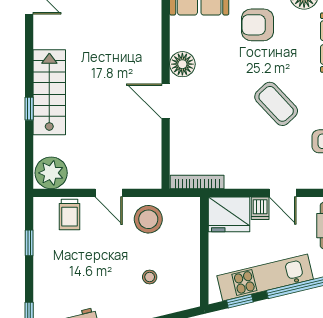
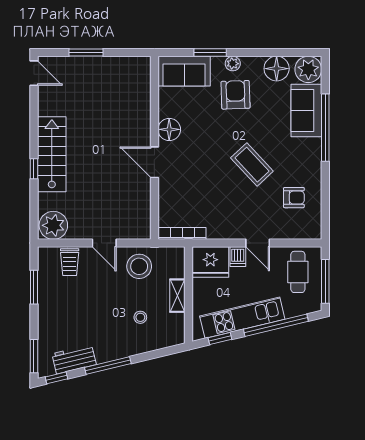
armchair: (257, 25) -> (235, 95), turned 88
window: (29, 243) -> (34, 287), width x1.50
shelving: (192, 253) -> (177, 296), added

